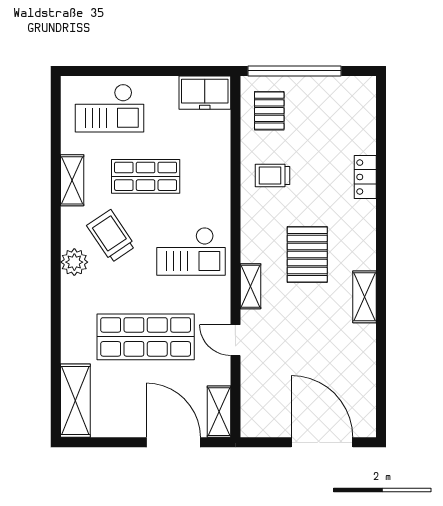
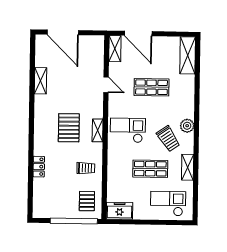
shelving: (250, 286) -> (98, 130), moved
shelving: (365, 297) -> (40, 81), moved
shop shelf: (146, 337) -> (152, 87), width x0.70, depth x0.74

